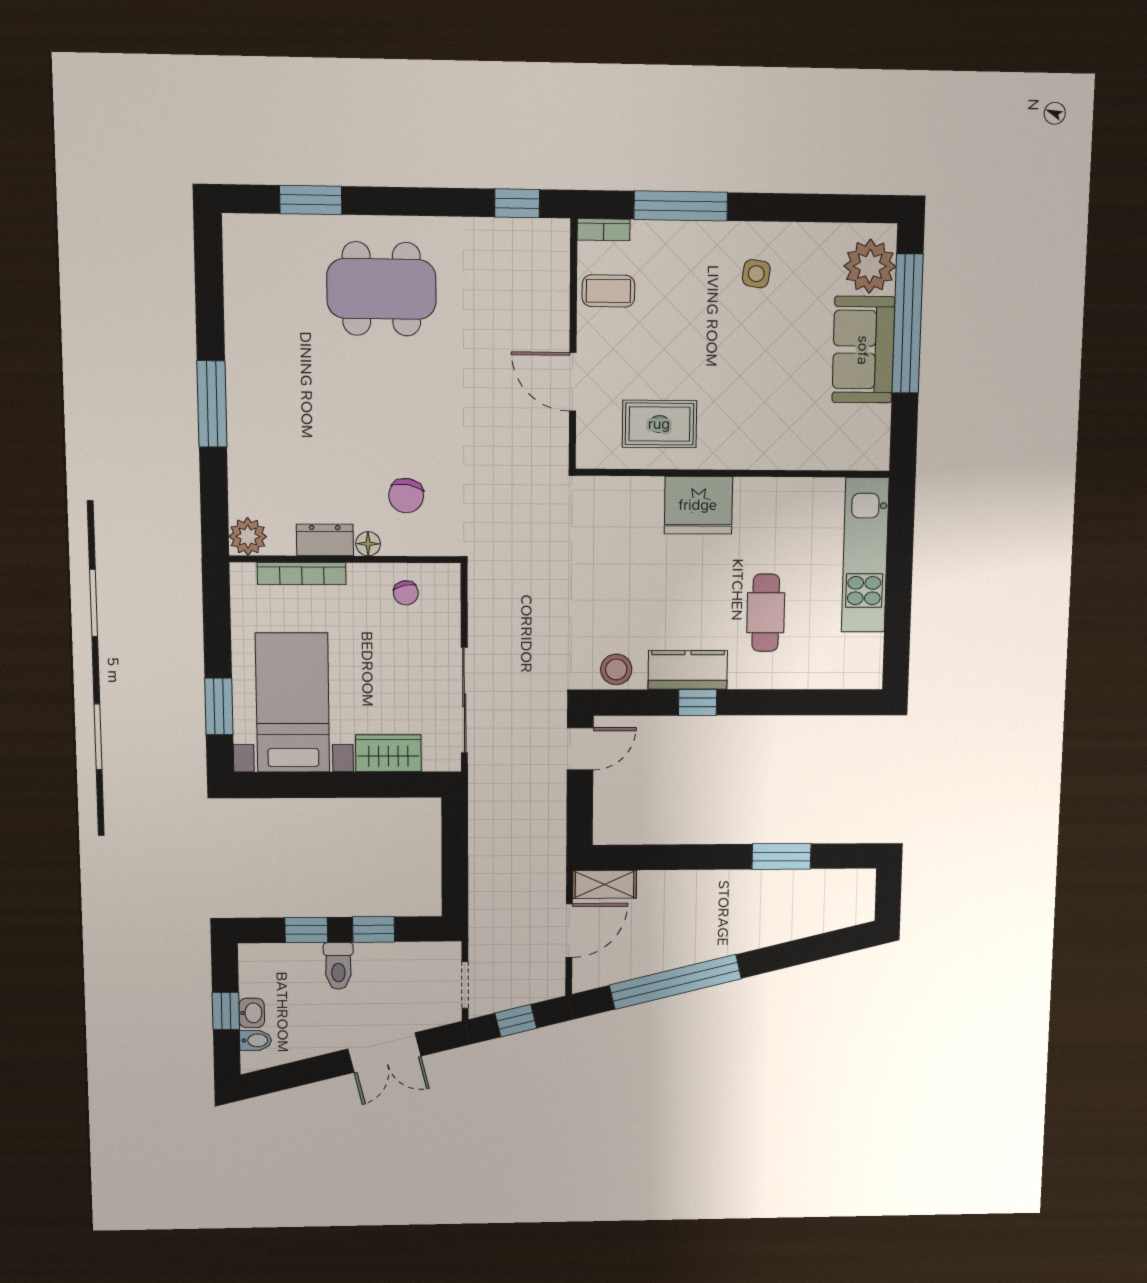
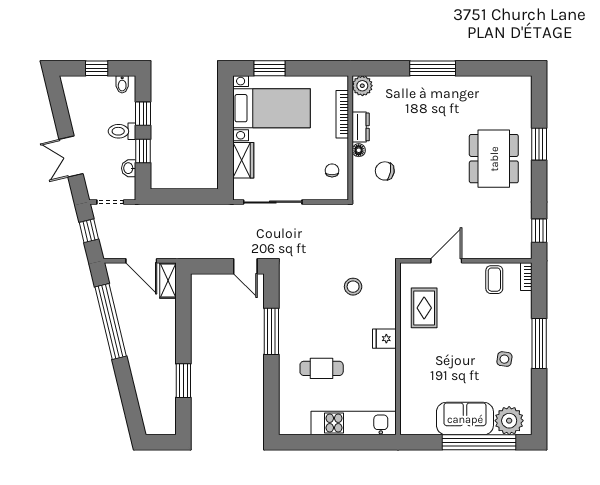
window: (311, 200) -> (539, 144), moved
window: (681, 206) -> (539, 344), moved
fridge: (698, 505) -> (384, 339), width x0.53, depth x0.75
chair: (406, 593) -> (332, 170), turned 102
stool: (616, 669) -> (353, 287), moved
kitchen counter: (688, 670) -> (290, 326), removed
window: (698, 702) -> (271, 331), width x2.17
washbasin: (252, 1013) -> (129, 168), moved, turned 90
bidet: (255, 1040) -> (122, 84), moved

